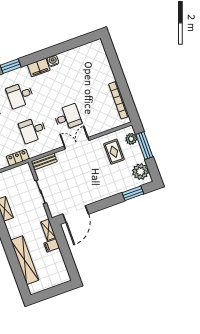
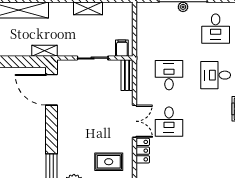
desk: (20, 95) -> (216, 75), turned -90
locker: (18, 158) -> (143, 151), moved
filing cabinet: (52, 245) -> (122, 48), moved

